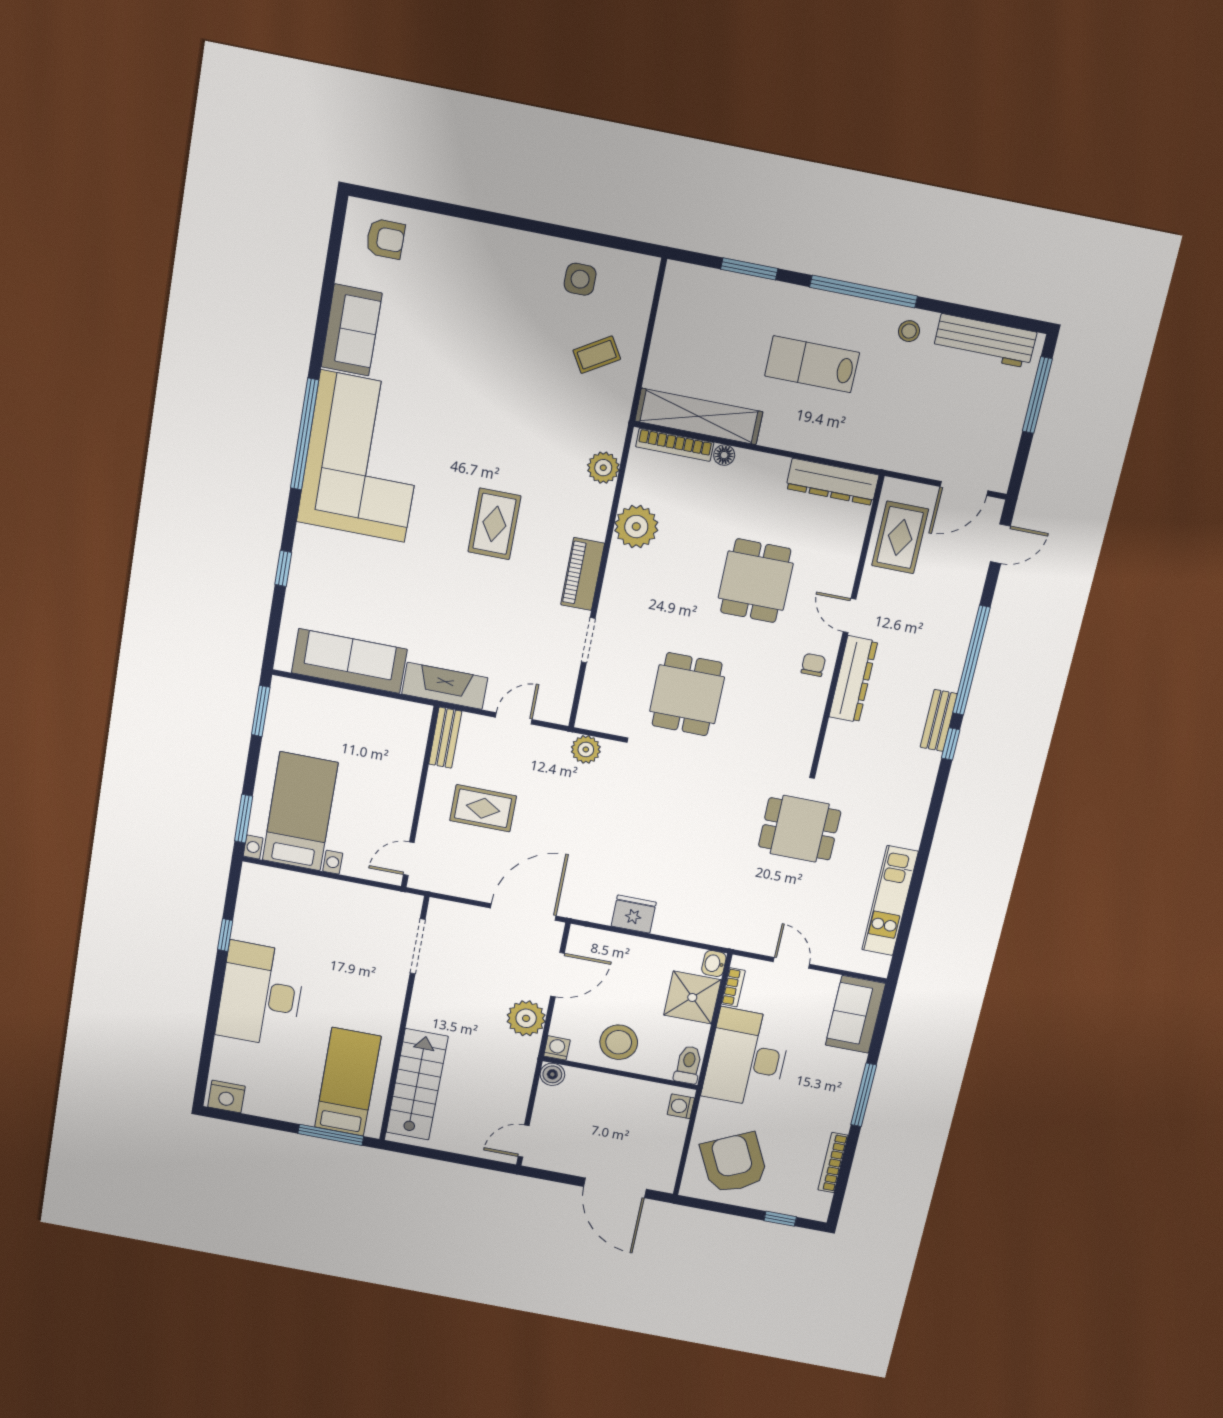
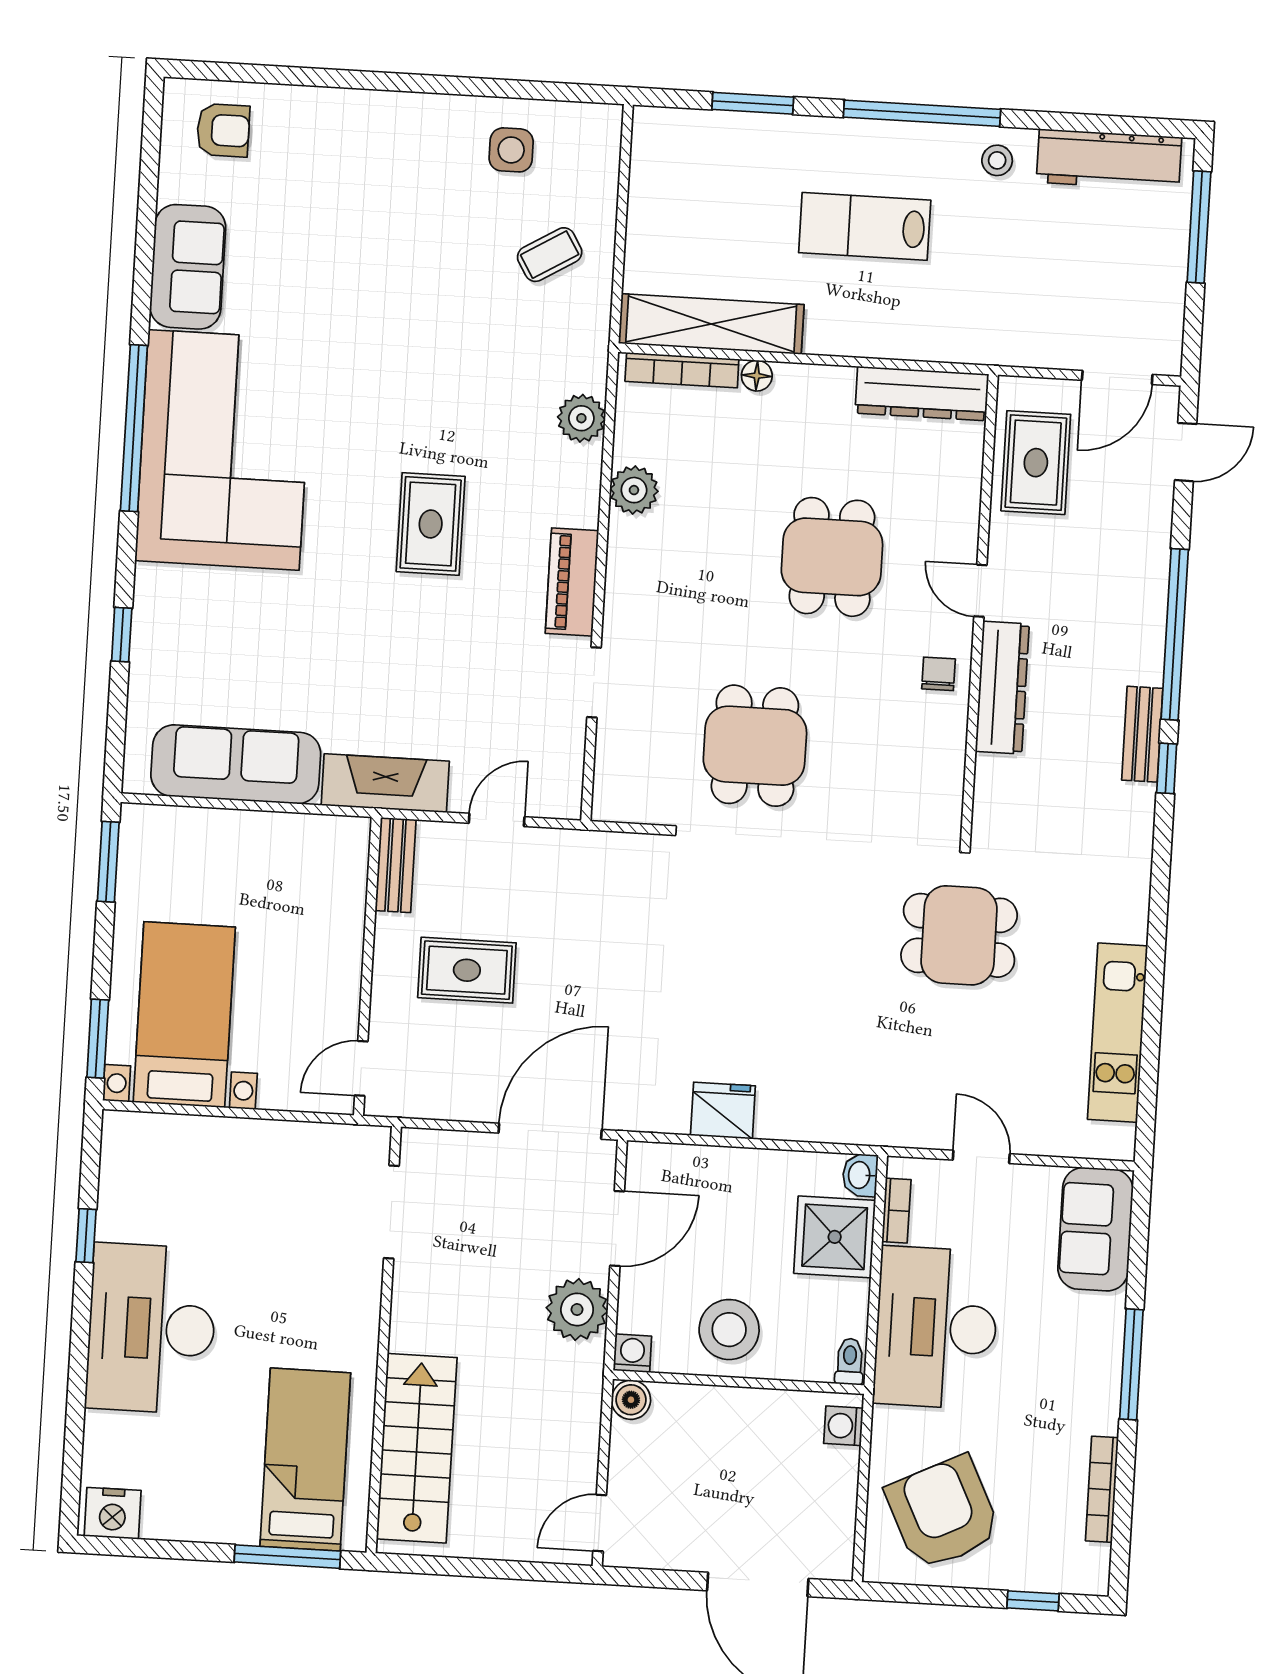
plant: (636, 527) -> (634, 490), width x0.73, depth x0.73
plant: (586, 749) -> (613, 854), removed
toilet: (688, 1065) -> (850, 1362), width x0.73, depth x0.72

